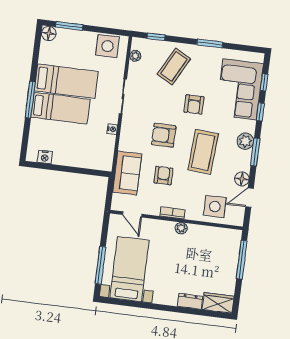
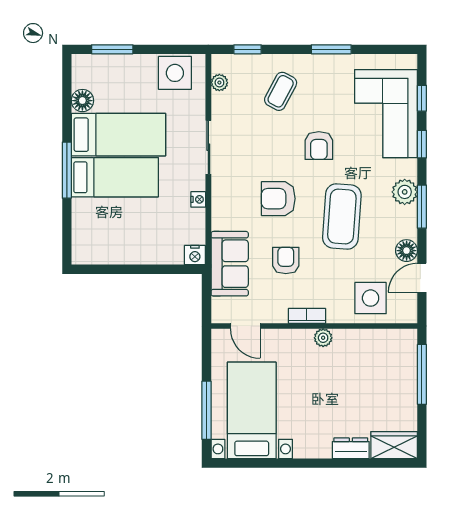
floor lamp: (49, 33) -> (82, 101), moved
coffee table: (174, 66) -> (281, 91), width x0.73, depth x0.77
nightstand: (45, 157) -> (195, 255), moved

